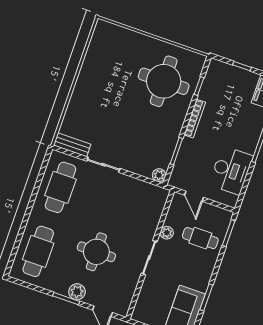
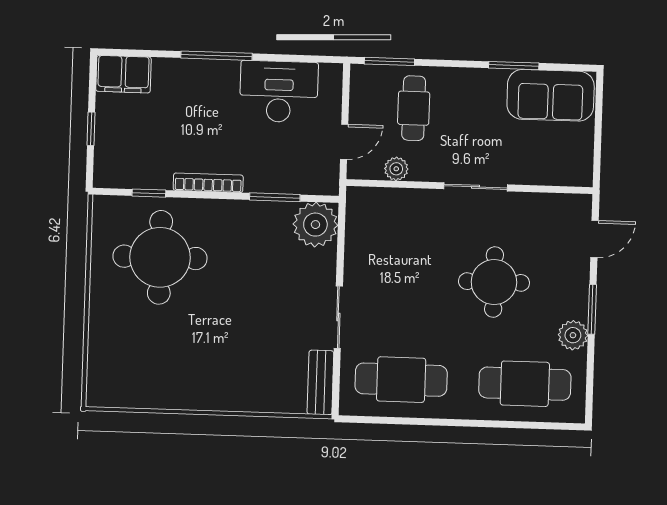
plant: (159, 175) -> (315, 225), width x1.87, depth x1.87
plant: (167, 233) -> (396, 169), moved
plant: (77, 292) -> (573, 335), moved

